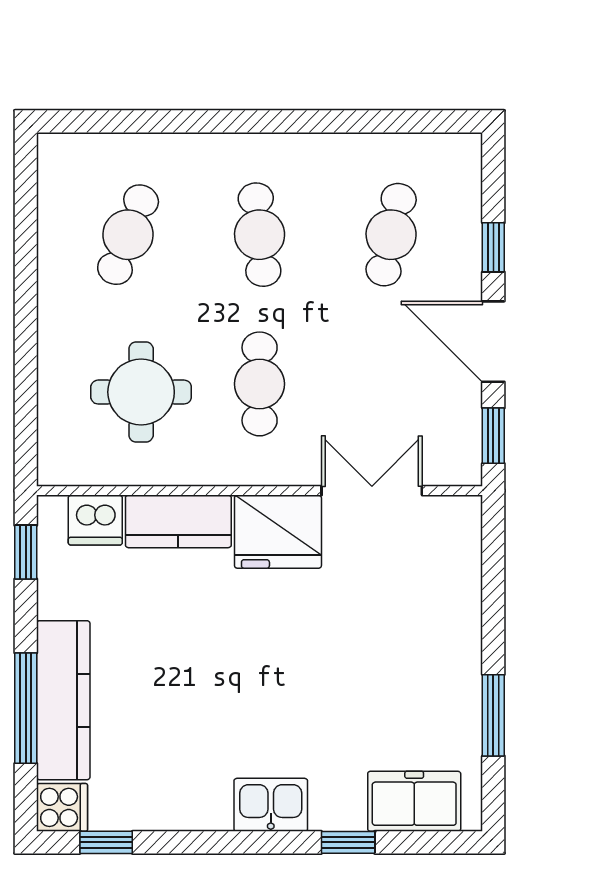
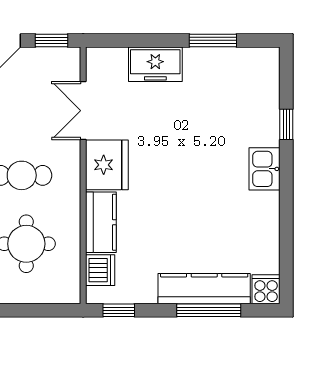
freezer: (414, 801) -> (155, 64), moved, turned -90
window: (106, 842) -> (286, 264), removed

